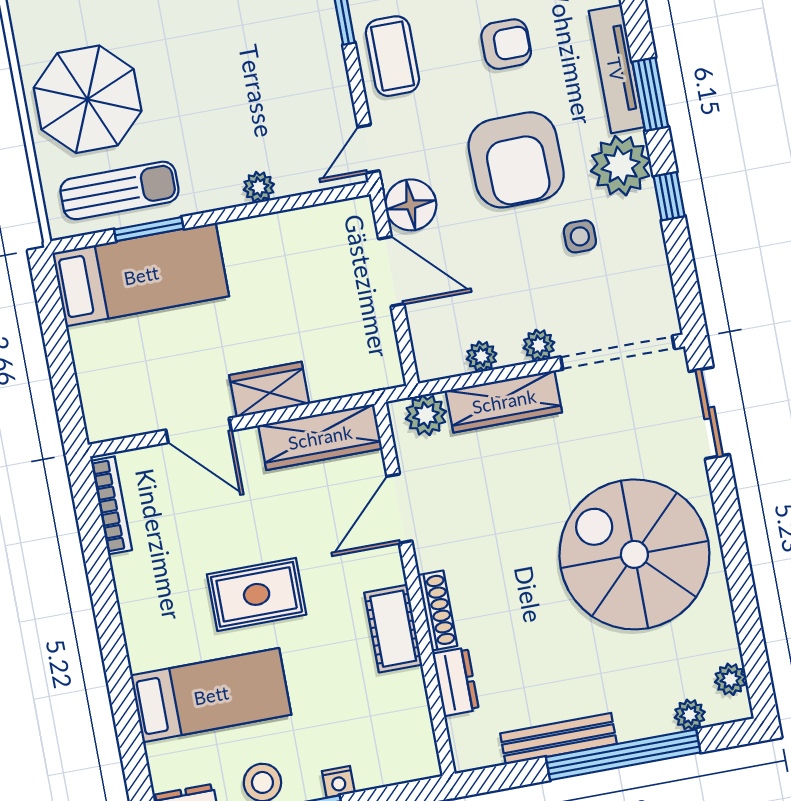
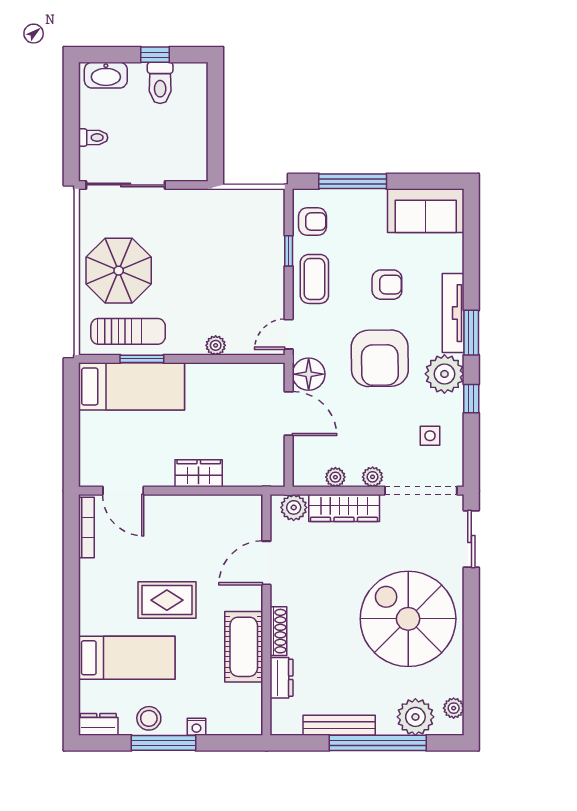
side table: (580, 236) -> (430, 436), moved
door: (199, 430) -> (123, 491), moved
wardrobe: (320, 437) -> (225, 509), removed
cot: (393, 629) -> (244, 647), width x1.37, depth x1.34
plant: (690, 715) -> (415, 717), width x1.87, depth x1.87

